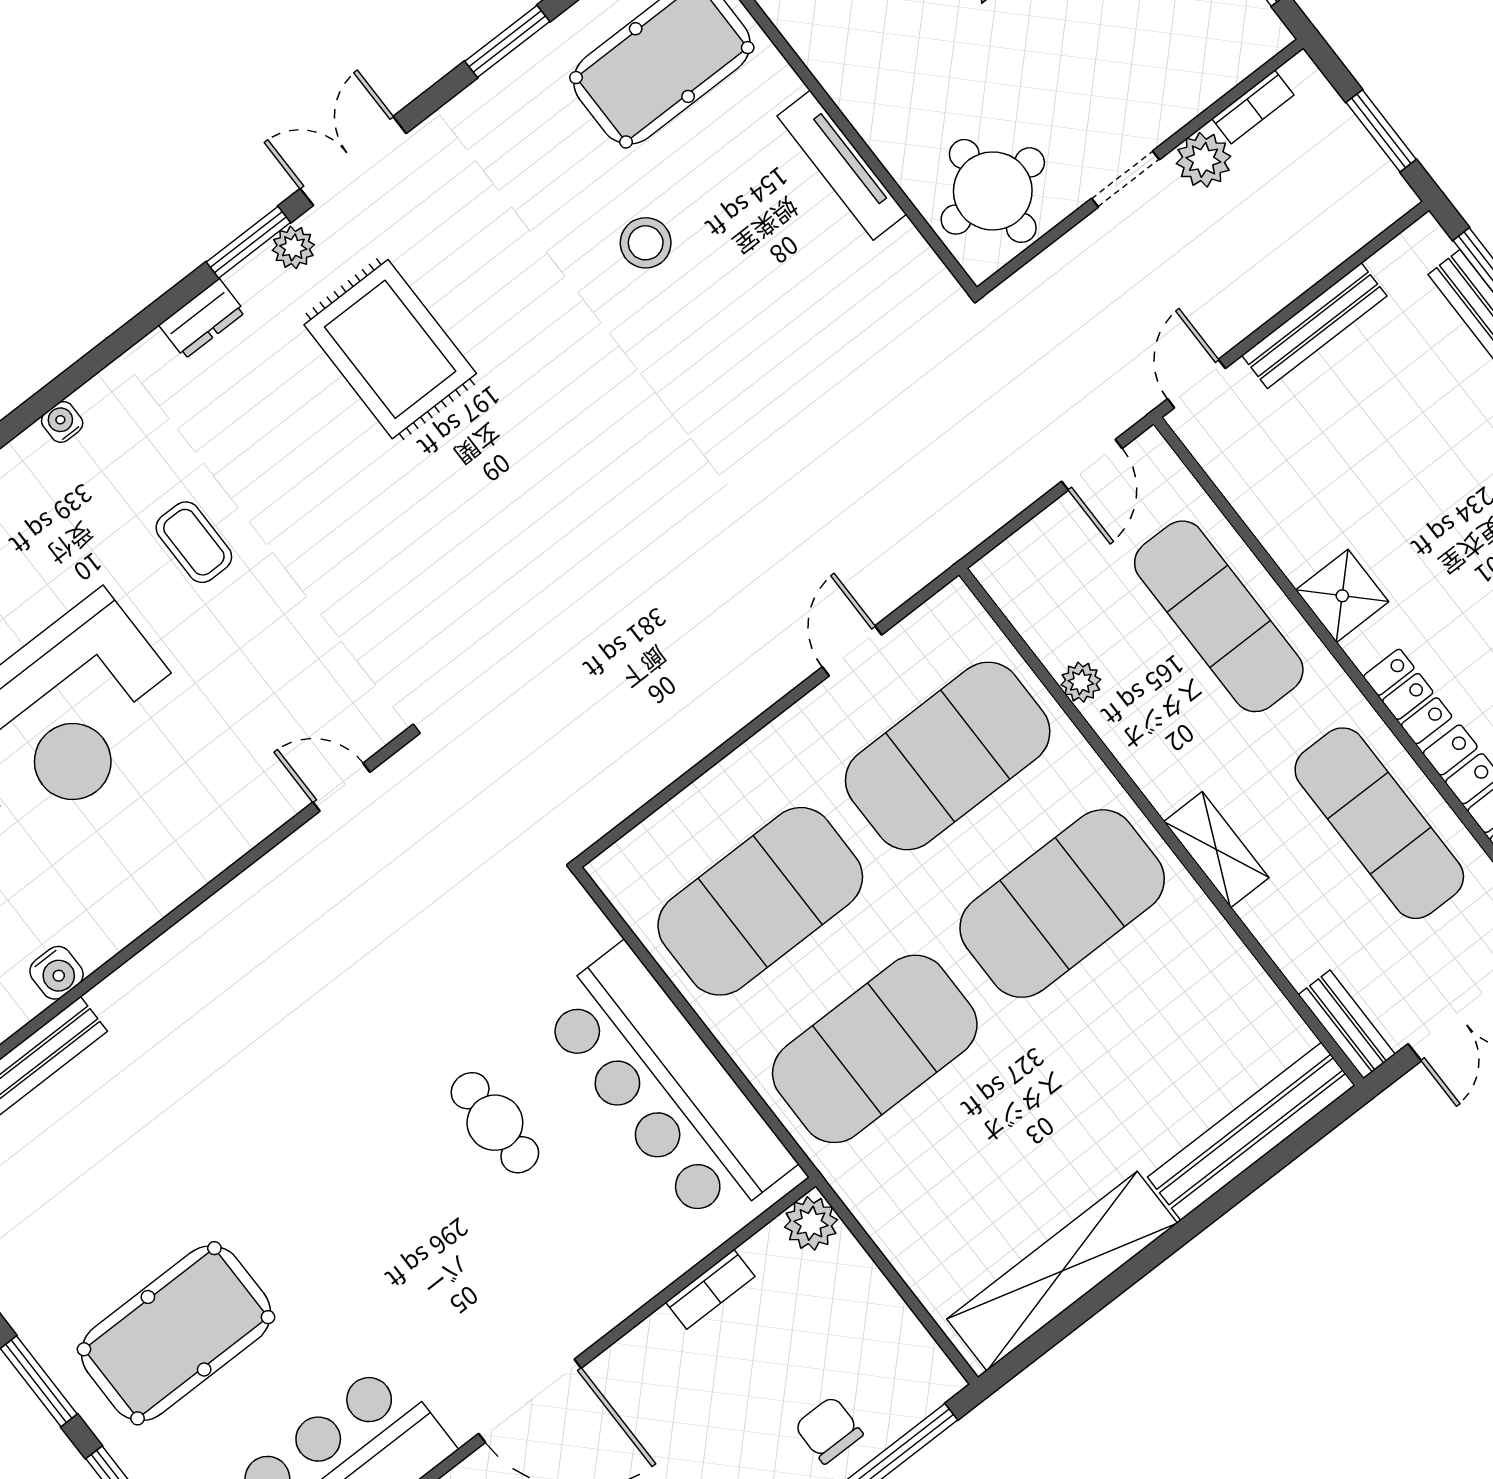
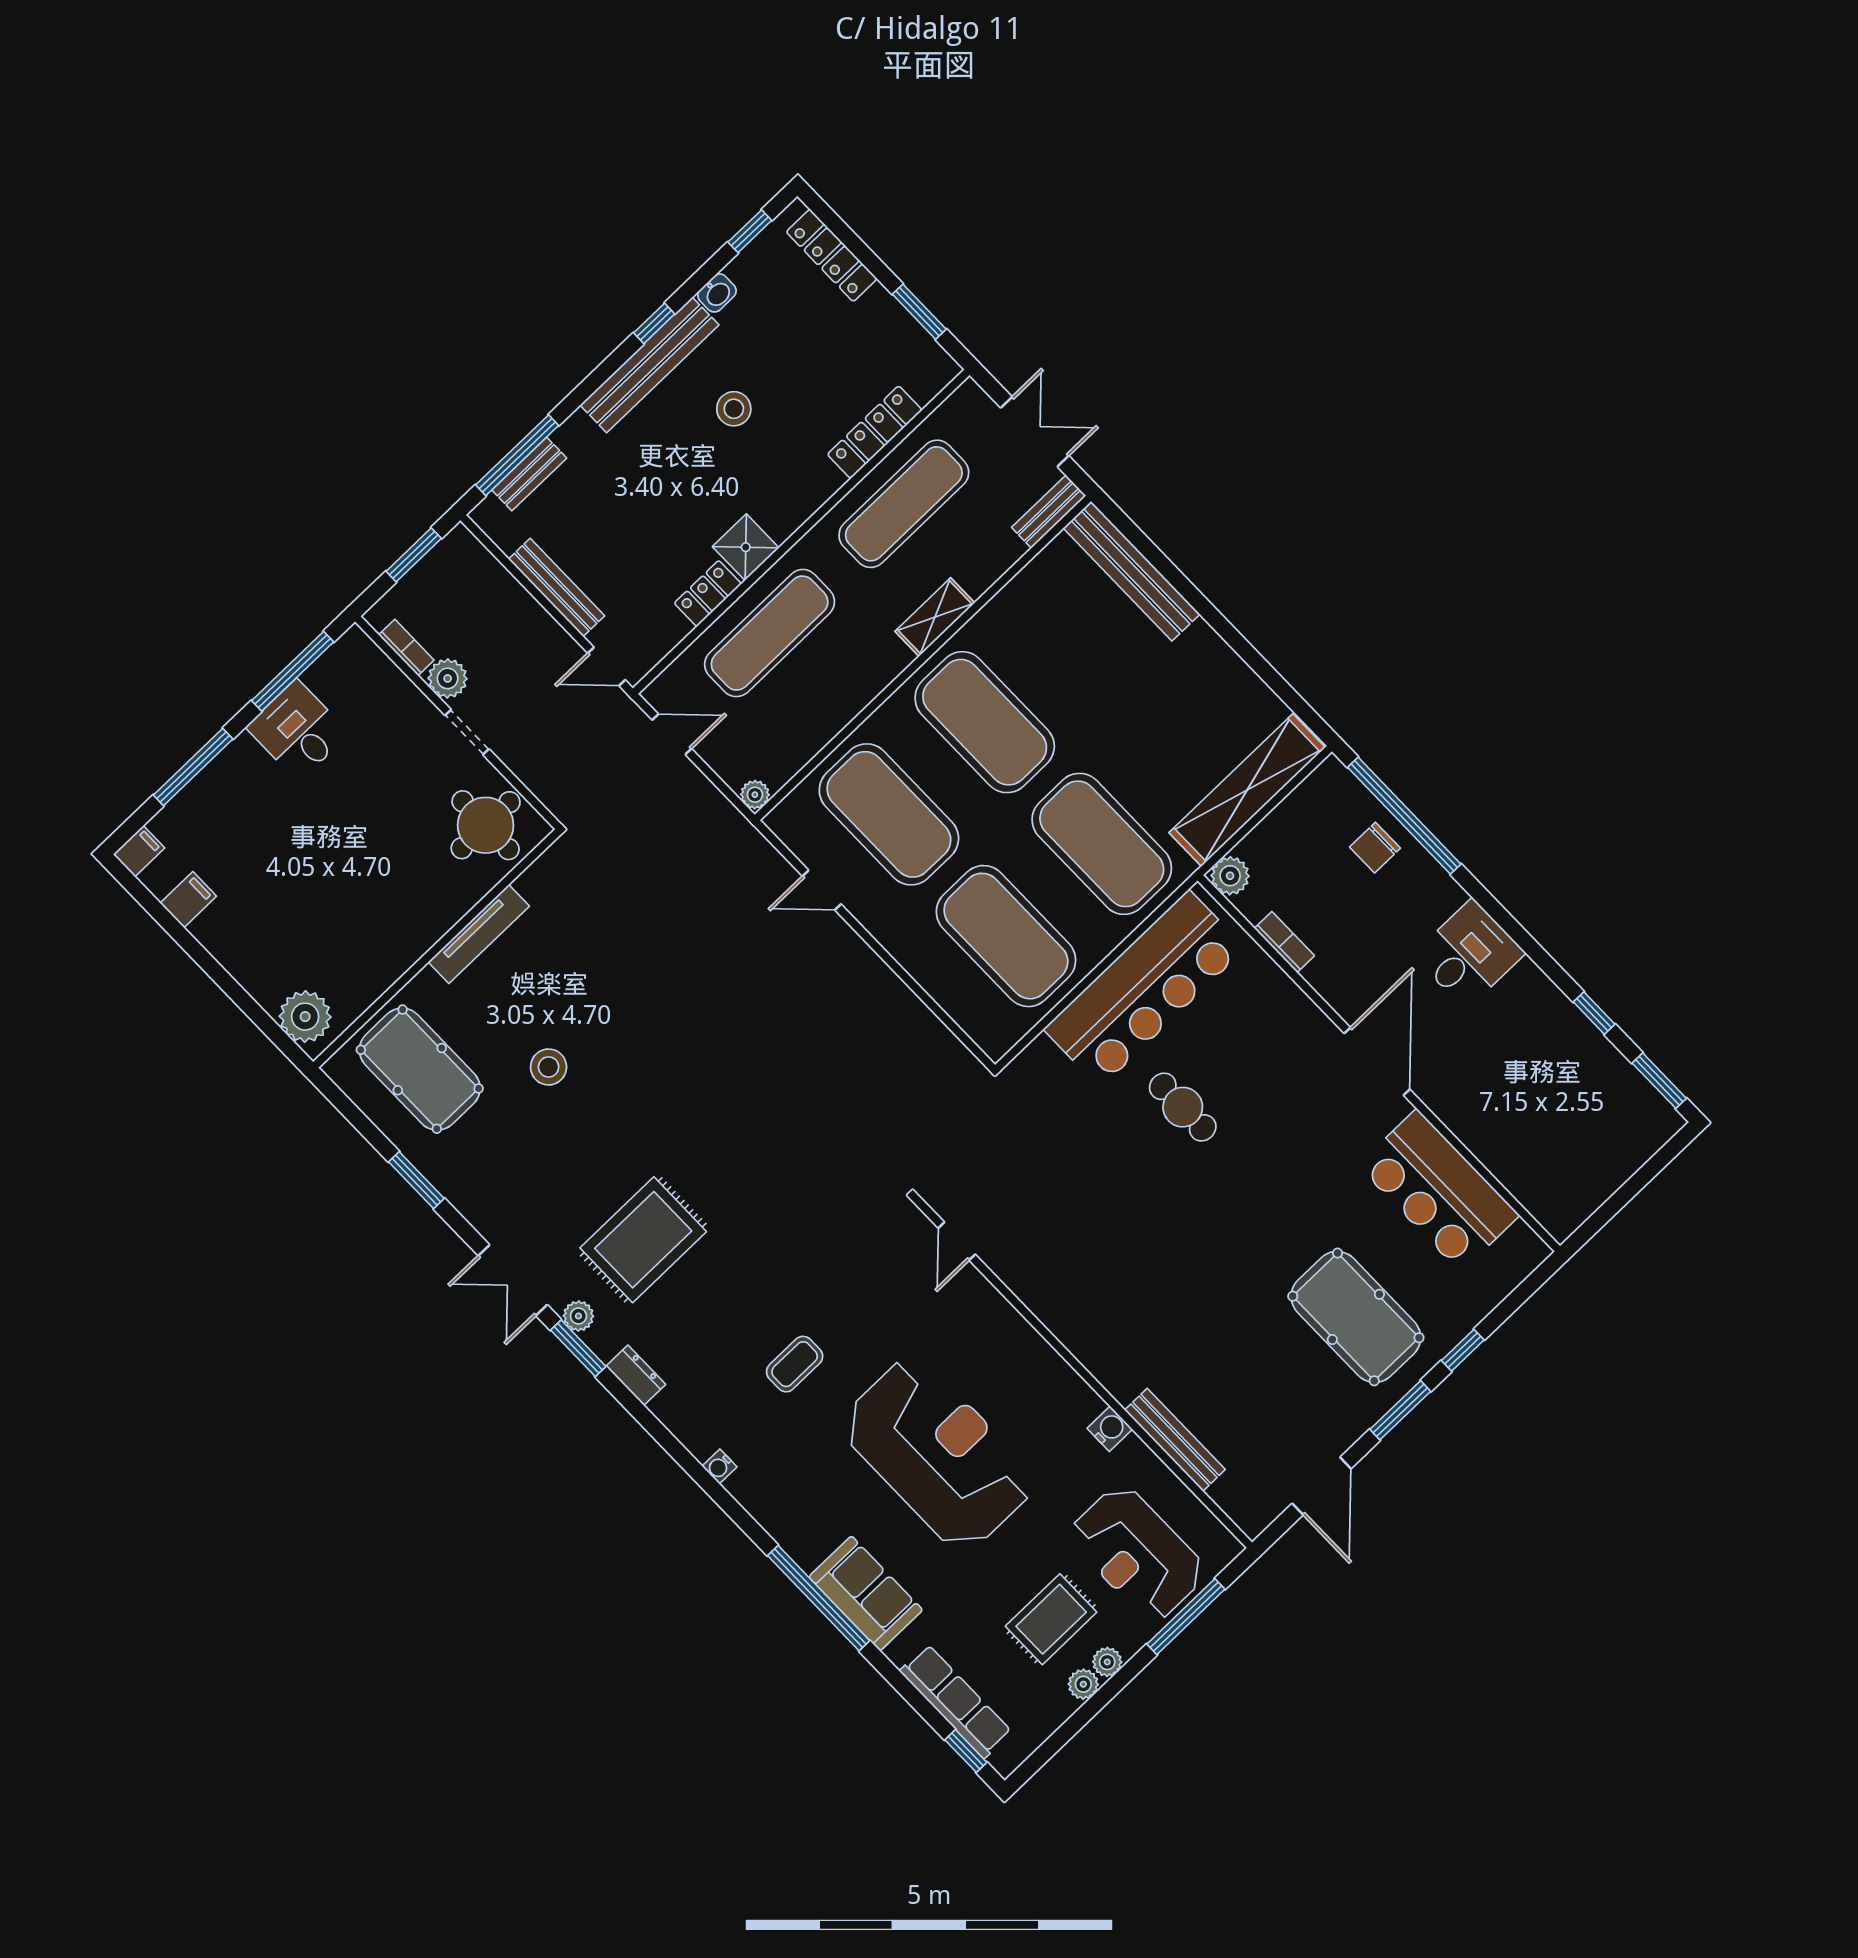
plant: (1081, 682) -> (755, 795), moved
locker: (1408, 696) -> (708, 594), moved
cafe table: (495, 1123) -> (1183, 1107), turned 90
shelving: (1062, 1271) -> (1247, 790), moved, turned 90

